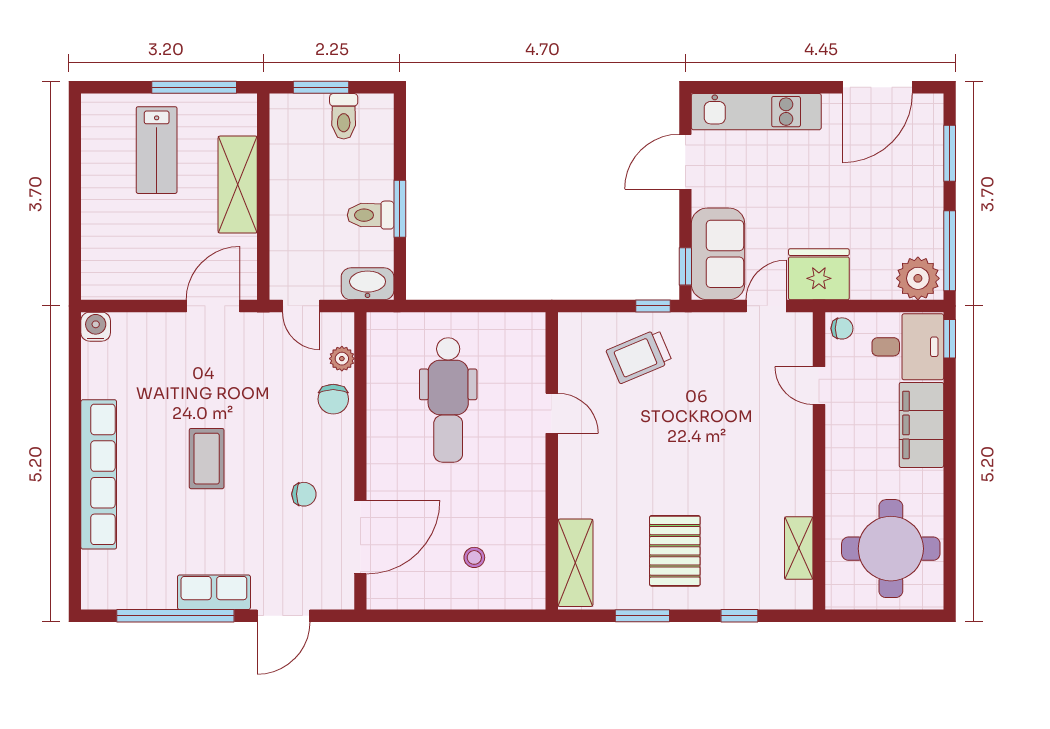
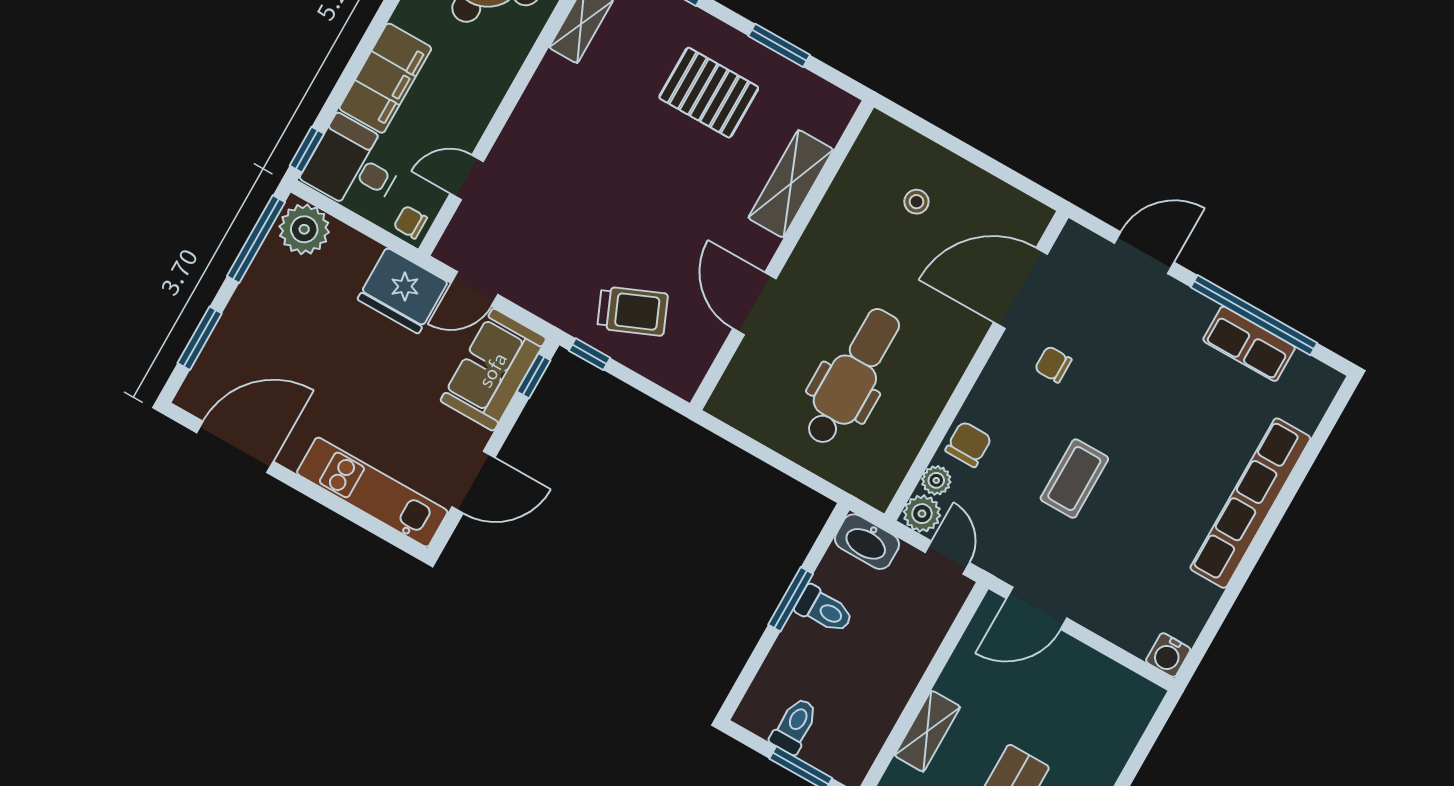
shelving: (238, 185) -> (927, 731), width x0.67, depth x0.75
plant: (338, 328) -> (922, 514), added
door: (819, 386) -> (467, 177), swing flipped
door: (552, 413) -> (754, 304), width x1.38
coffee table: (207, 459) -> (1074, 479), moved
pallet: (675, 551) -> (709, 93), turned 90
shelving: (575, 563) -> (791, 184), moved
row of seats: (214, 592) -> (1249, 344), moved

